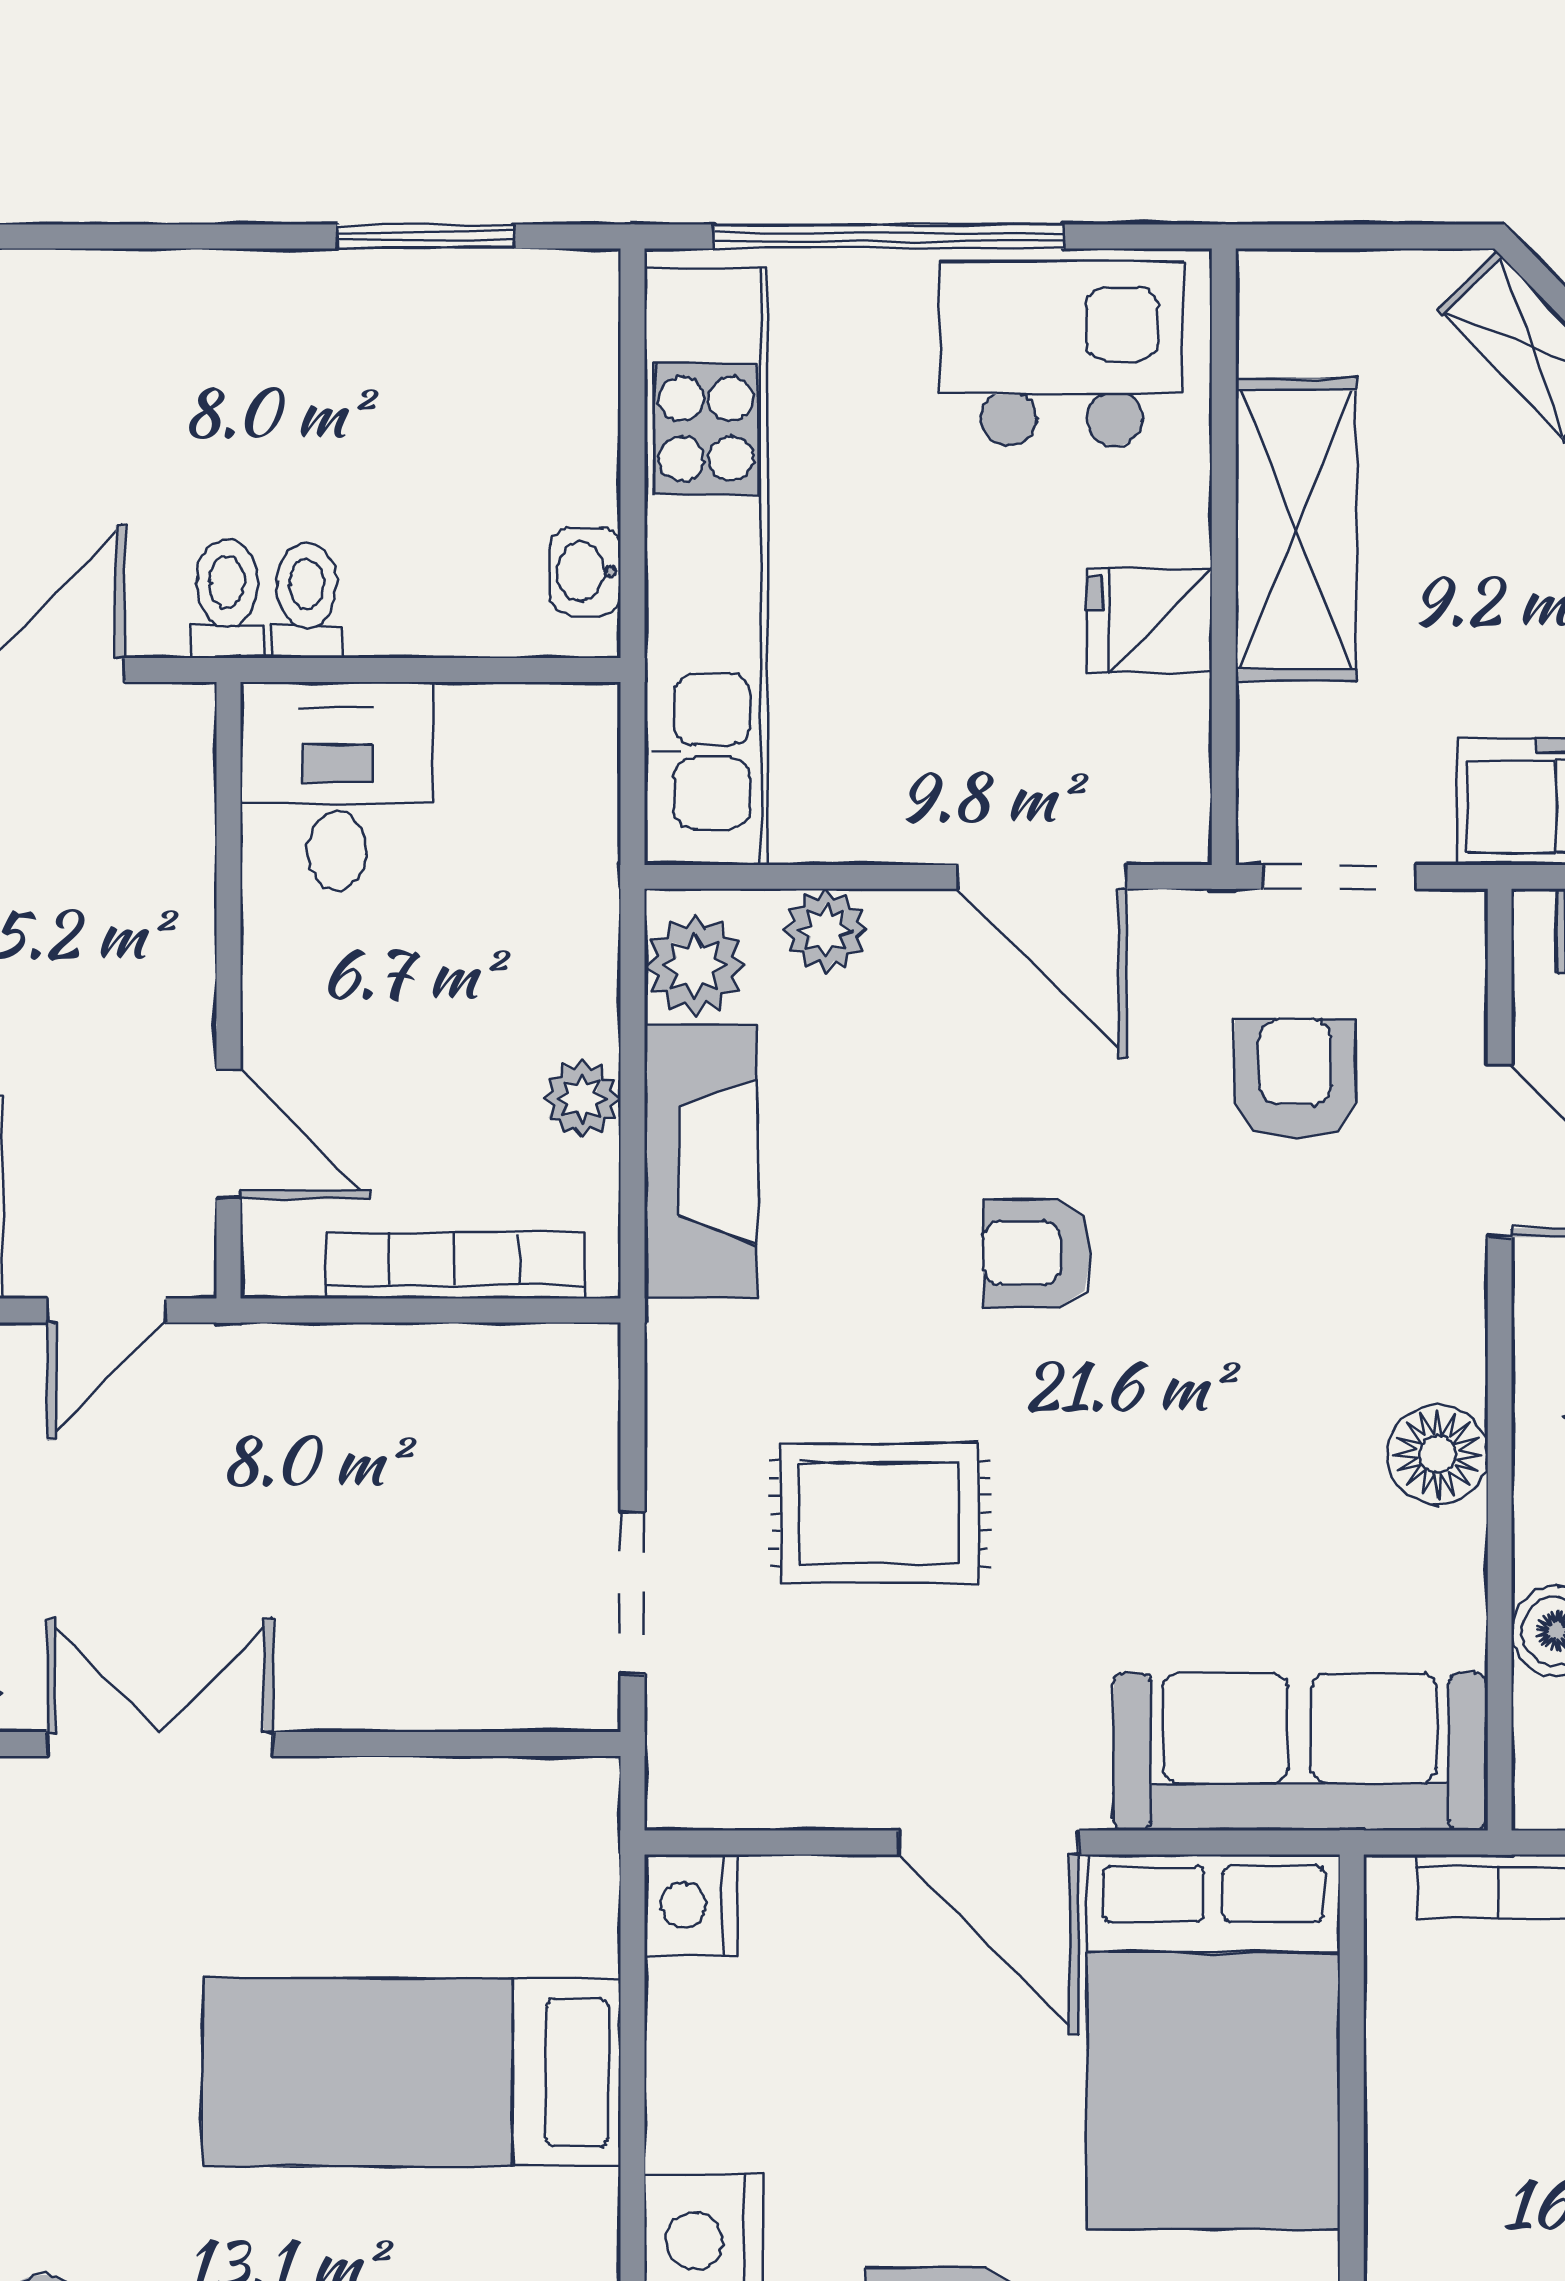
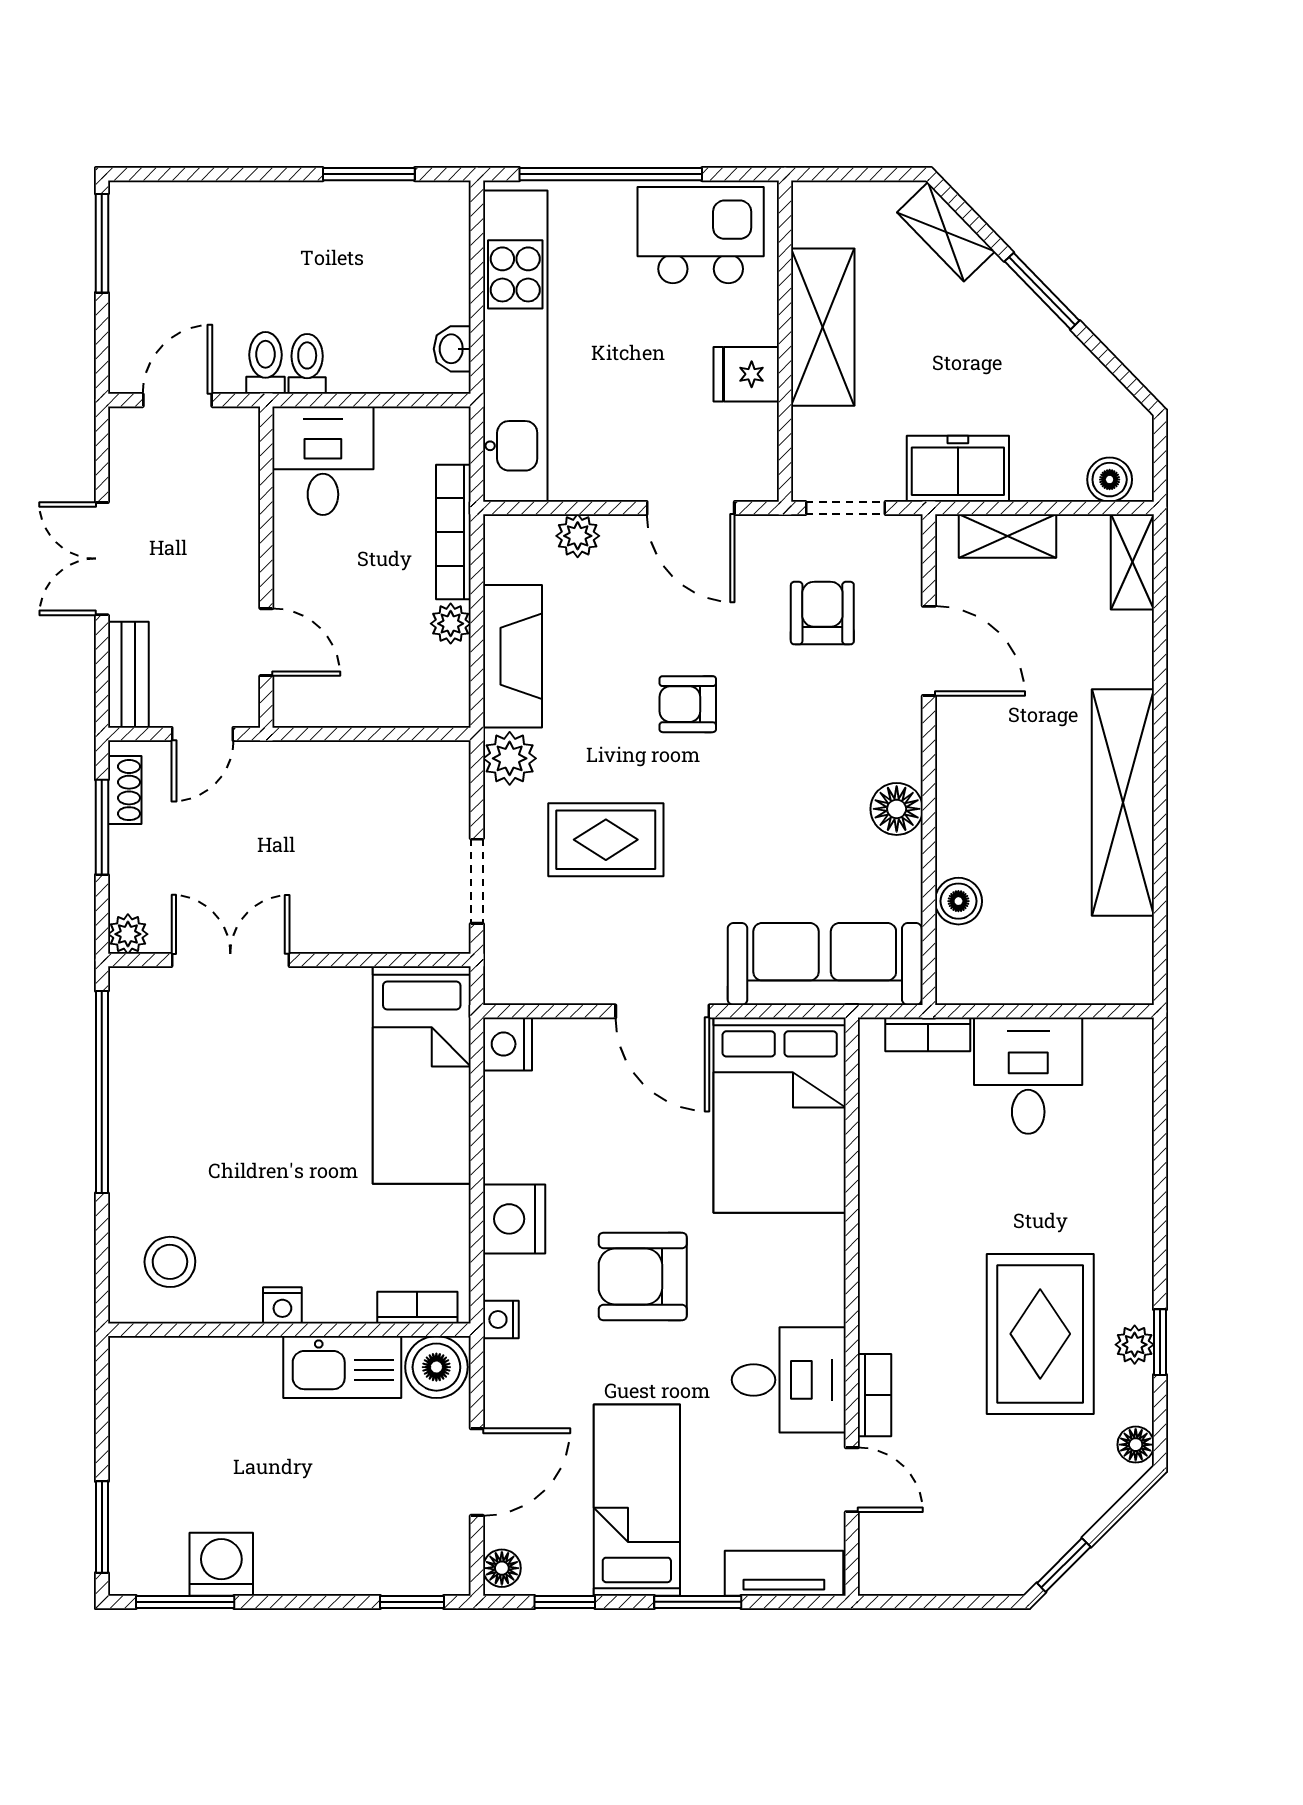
plant: (695, 965) -> (510, 758), moved
bookcase: (455, 1266) -> (453, 532), moved, turned -90
bed: (412, 2072) -> (422, 1075), moved, turned -90

